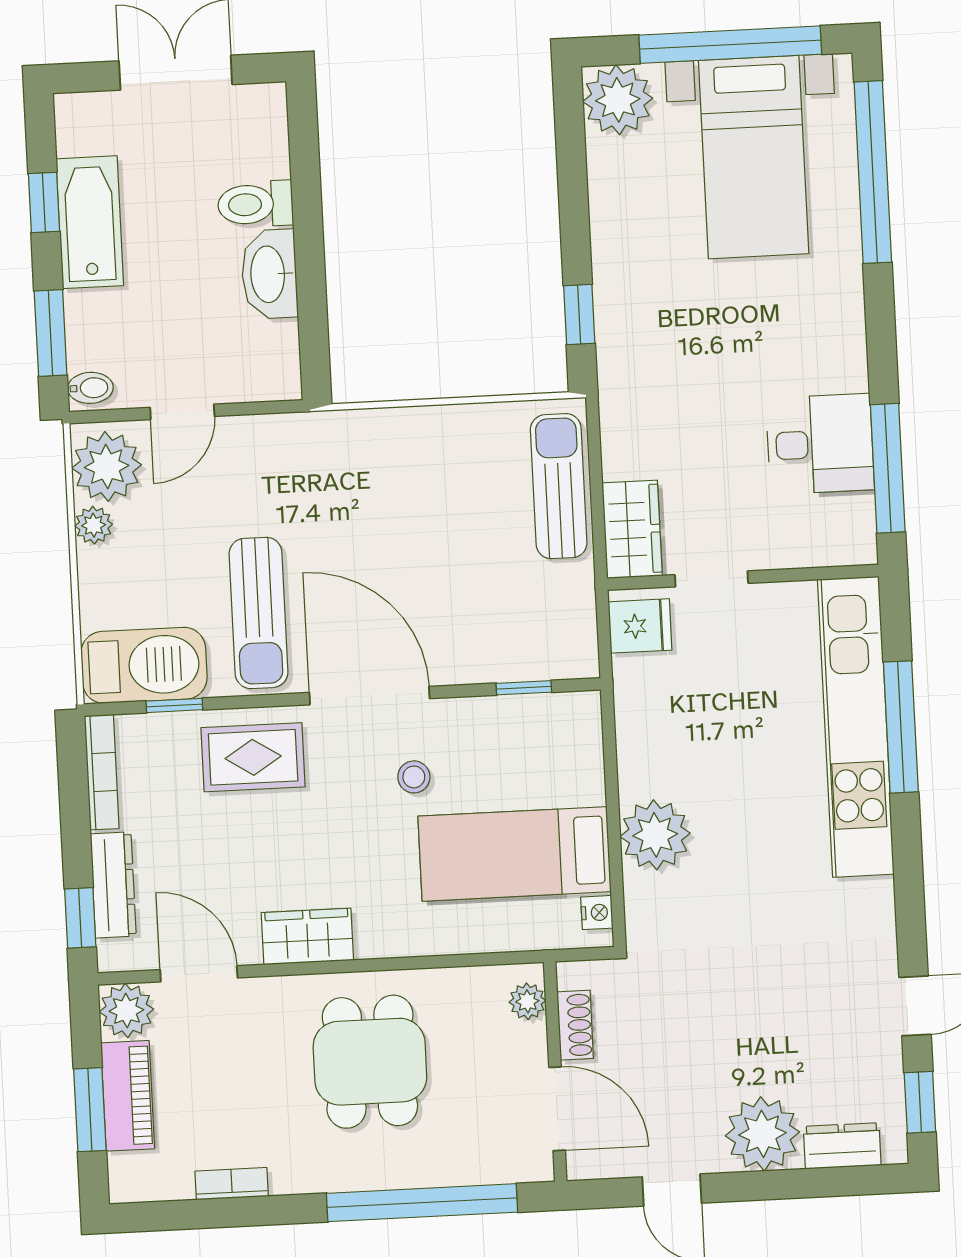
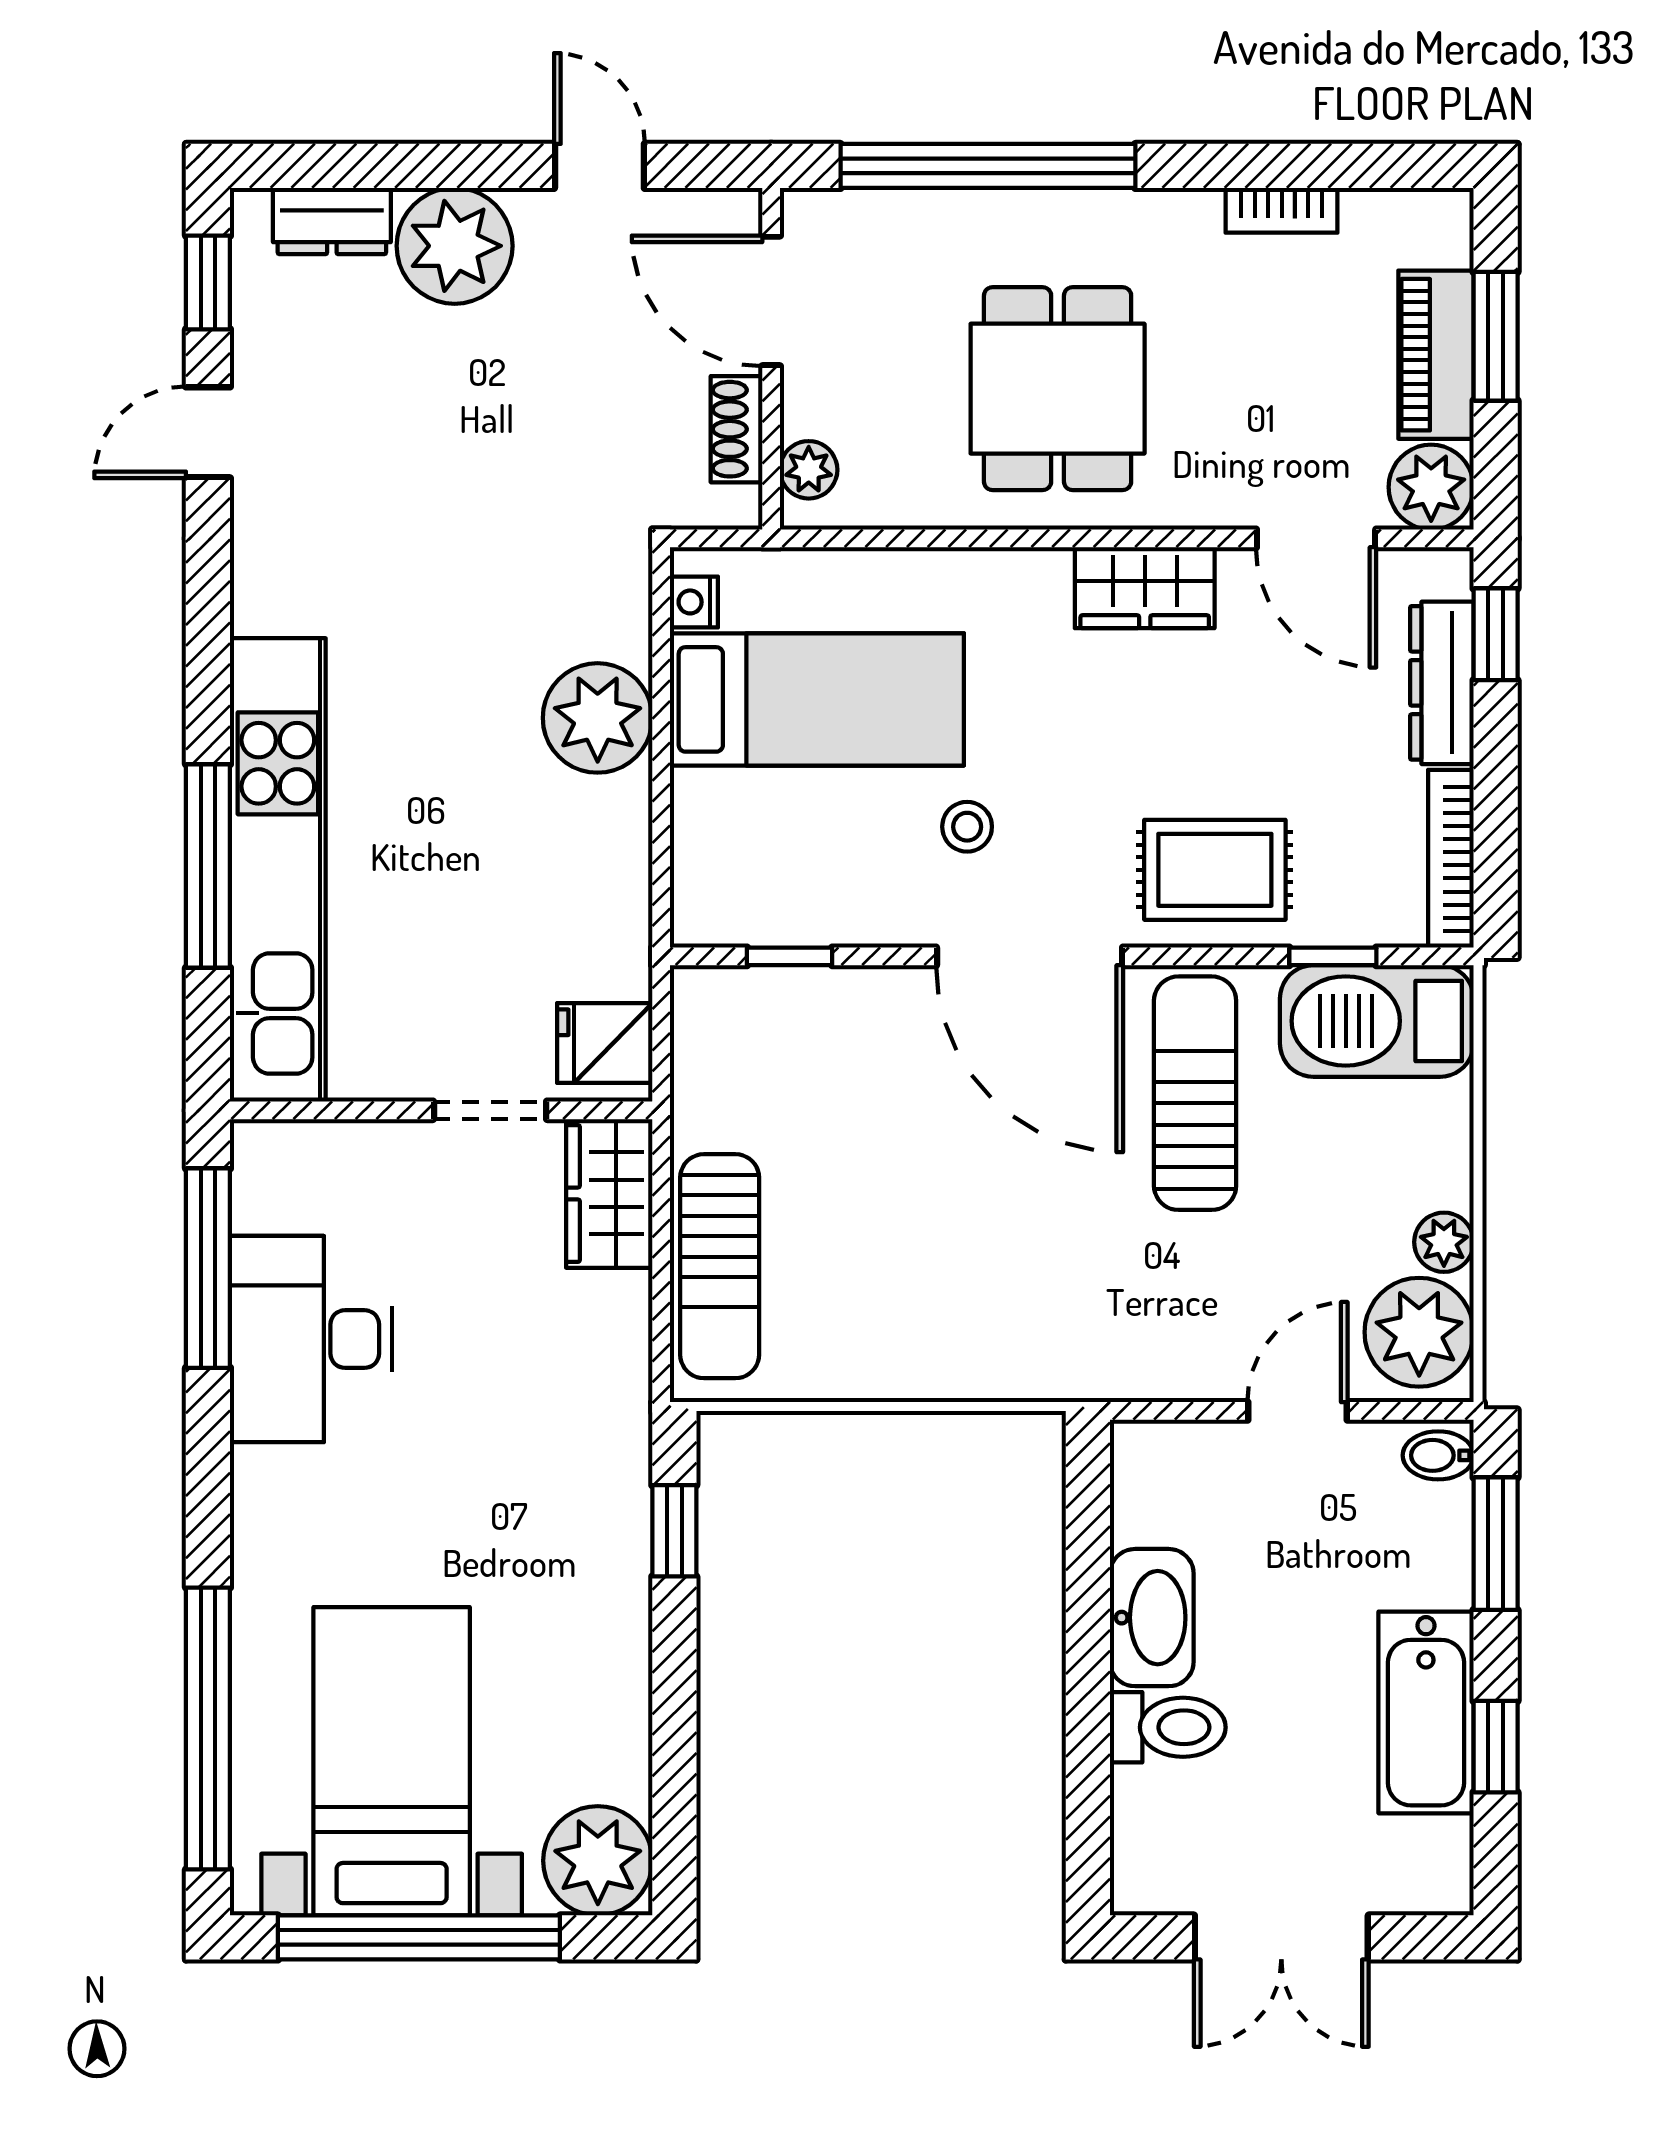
desk: (820, 444) -> (311, 1339), width x1.37

